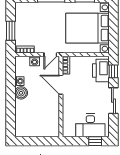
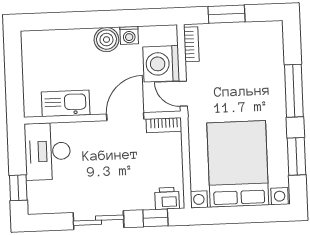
washing machine: (35, 61) -> (161, 64), width x1.89, depth x1.89
printer: (101, 70) -> (167, 198), width x0.53, depth x0.68
kitchen sink: (53, 115) -> (66, 103), added
desk: (90, 125) -> (47, 151), moved

